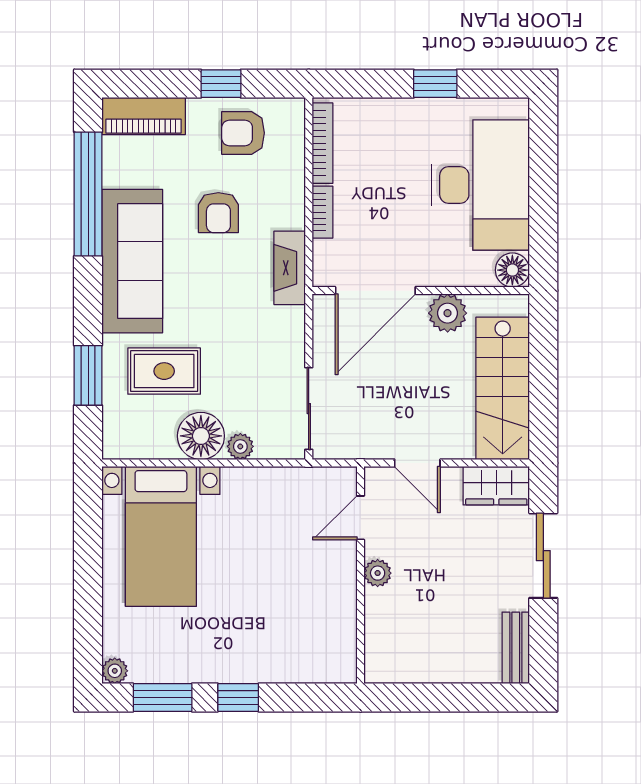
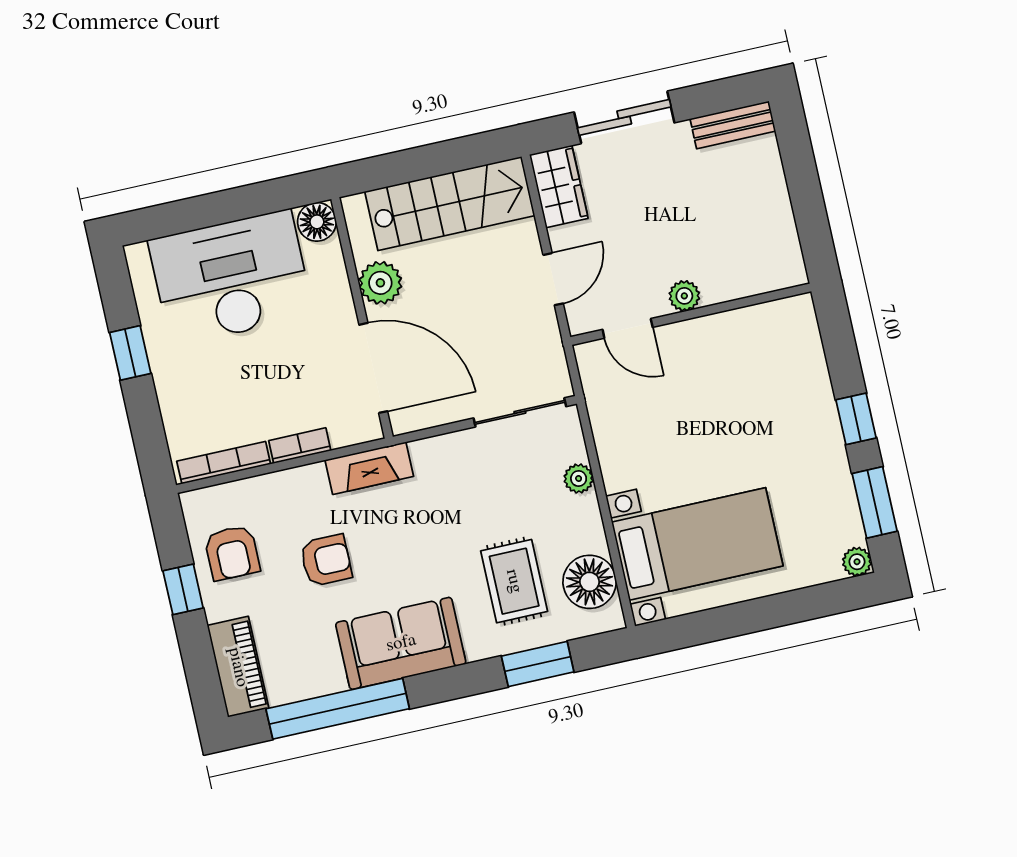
sofa: (132, 261) -> (401, 643), width x0.73
floor lamp: (201, 436) -> (590, 582), moved

